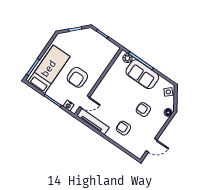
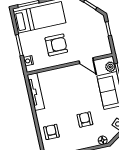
armchair: (77, 77) -> (56, 45), turned 180
door: (85, 102) -> (86, 61), moved
armchair: (123, 128) -> (51, 132), moved

